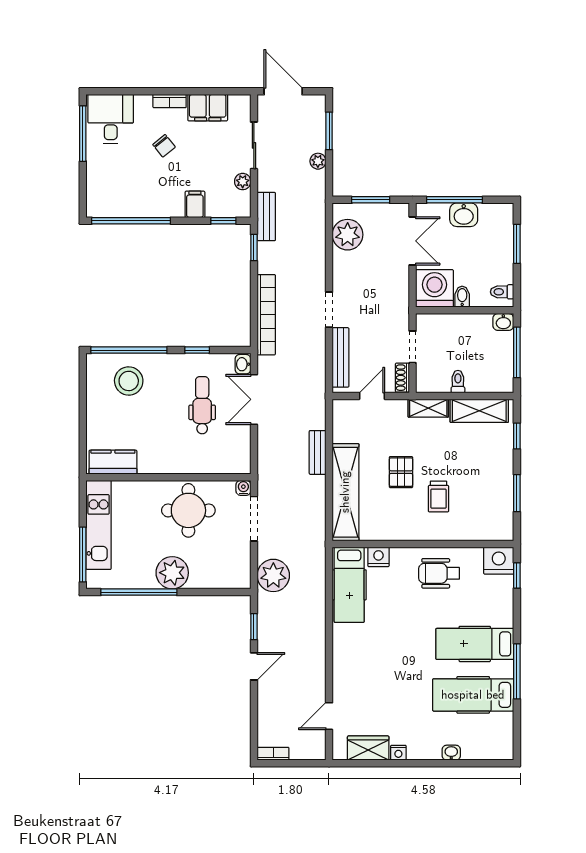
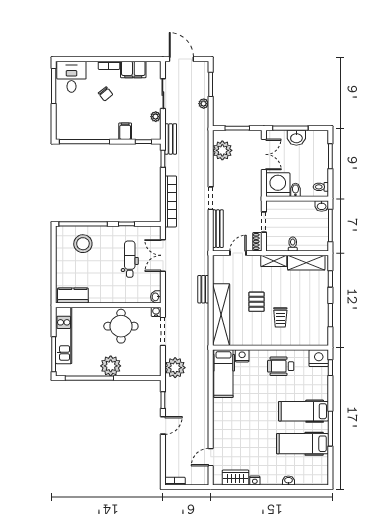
washbasin: (243, 364) -> (156, 297), moved

